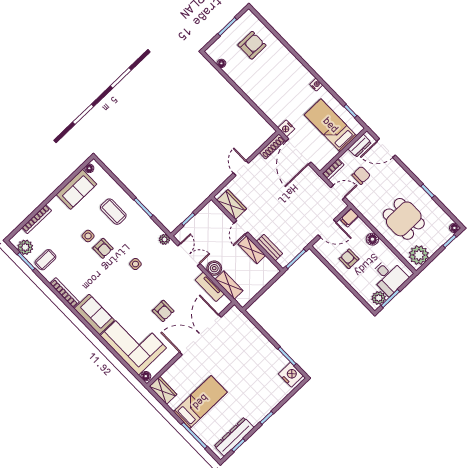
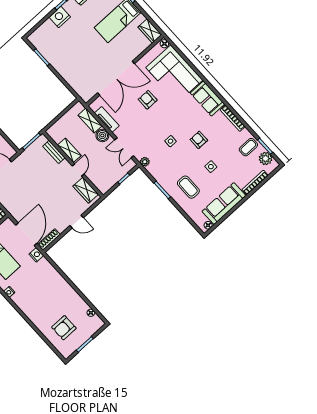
door: (241, 168) -> (77, 222), hinge flipped
sofa: (76, 189) -> (224, 204), width x1.36
armchair: (103, 248) -> (199, 140), moved
nightstand: (291, 375) -> (60, 17), moved, turned 90

